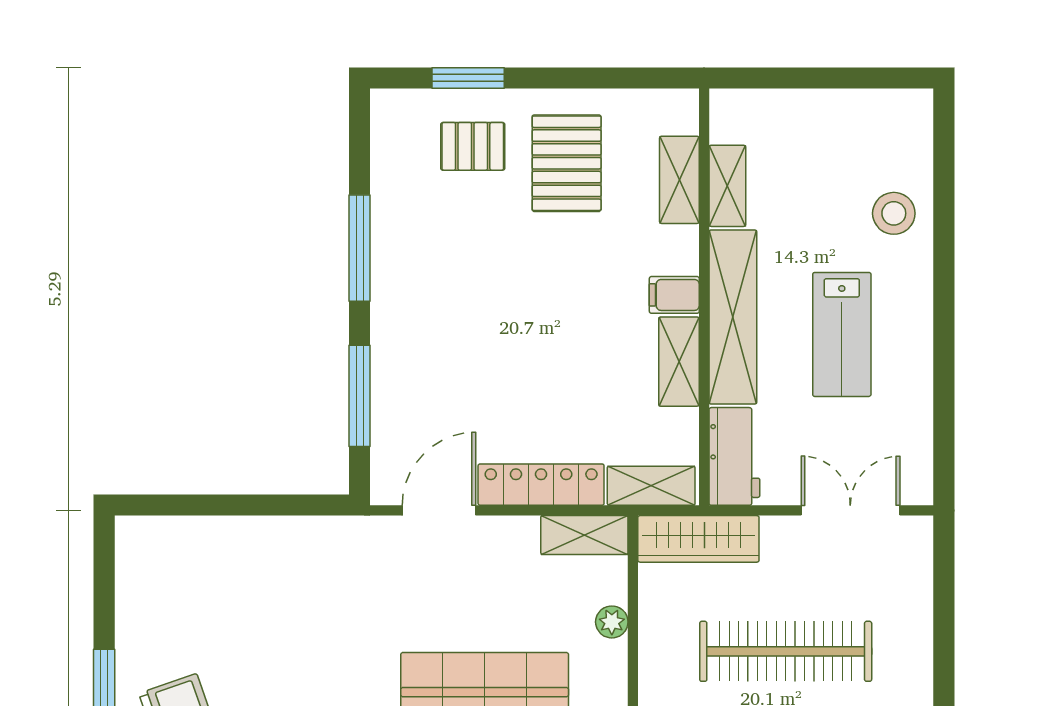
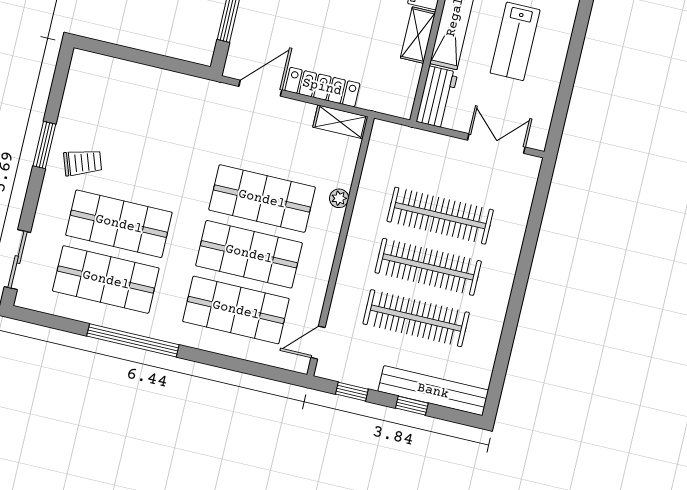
shelving: (651, 486) -> (385, 103), removed
wardrobe: (698, 539) -> (405, 139), removed
plant: (612, 622) -> (339, 198), moved

